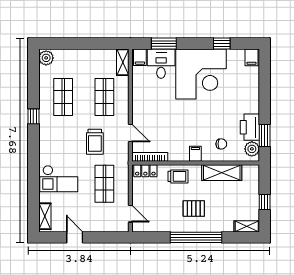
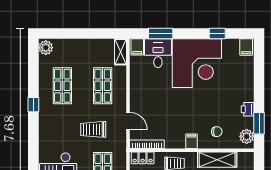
printer: (250, 127) -> (248, 109), width x0.53, depth x0.68
trolley: (95, 142) -> (93, 129), turned 90

